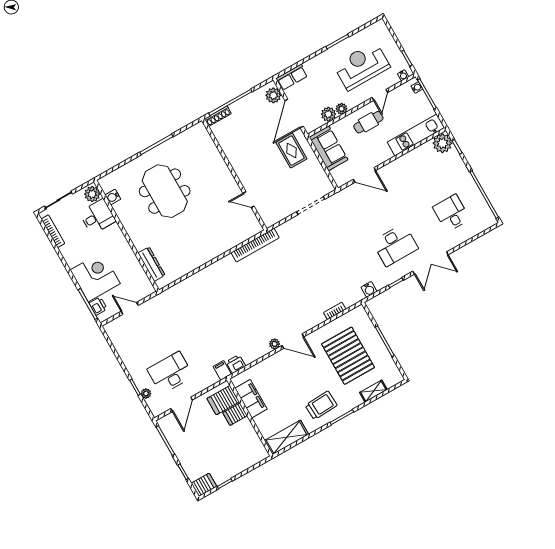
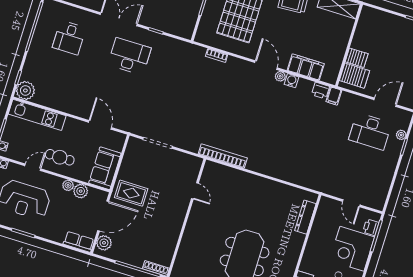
rug: (291, 151) -> (131, 193), turned 90
water cooler: (369, 289) -> (291, 81), moved
filing cabinet: (251, 399) -> (306, 67), moved, turned 90

